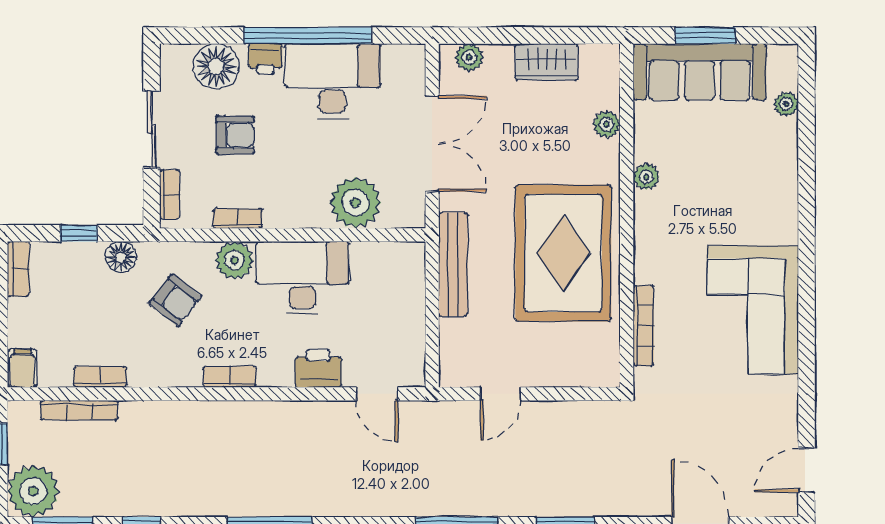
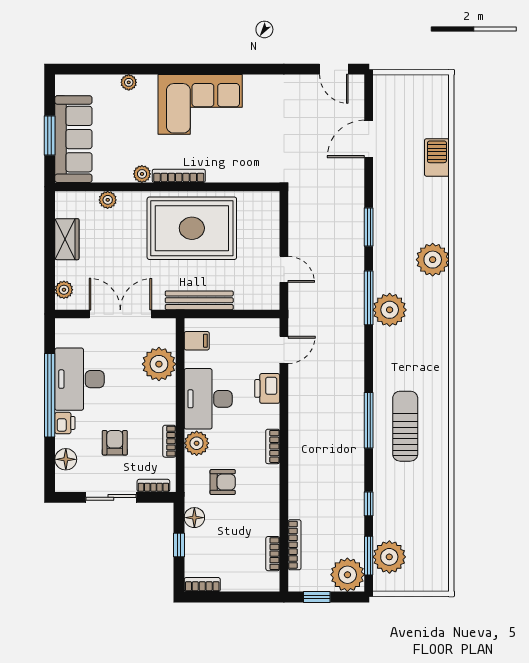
floor lamp: (216, 66) -> (66, 459), width x0.73, depth x0.73
plant: (786, 104) -> (129, 82), moved
armchair: (175, 300) -> (223, 482), turned 52
corner sofa: (753, 310) -> (200, 104), moved
bookcase: (643, 326) -> (179, 176), moved
filing cabinet: (22, 368) -> (197, 341), moved, turned 180
bookcase: (100, 377) -> (273, 554), moved

